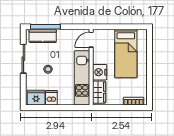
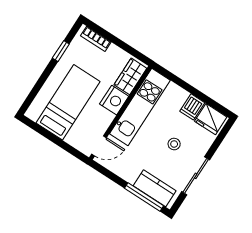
window: (149, 81) -> (61, 51), added

